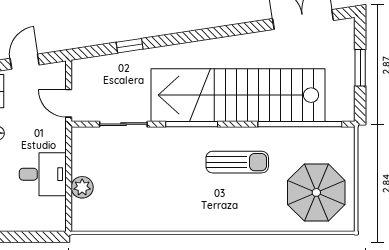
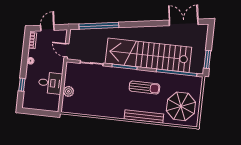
window: (130, 46) -> (99, 26), width x3.17
window: (360, 68) -> (207, 59), moved
bench: (243, 222) -> (144, 117), added

